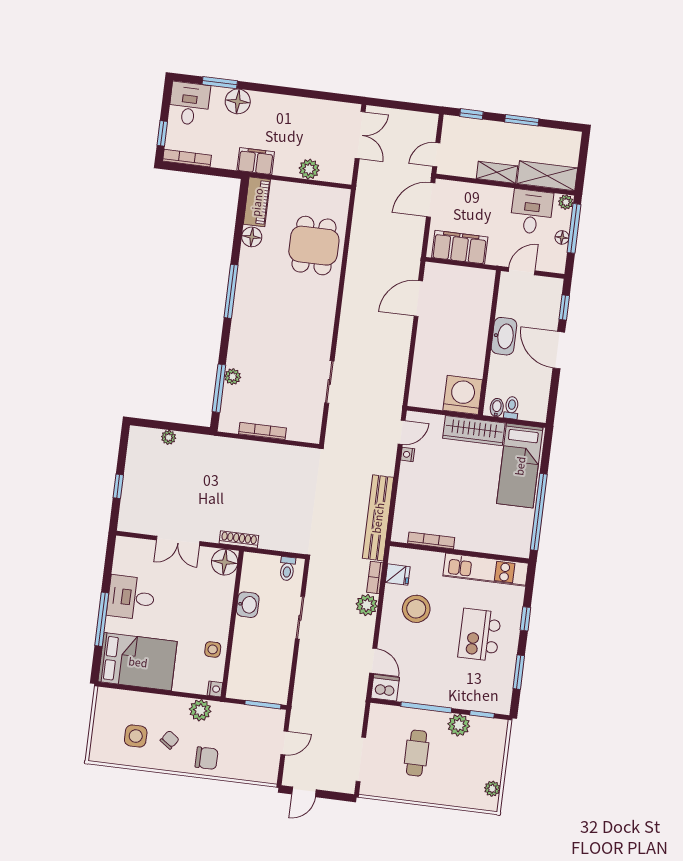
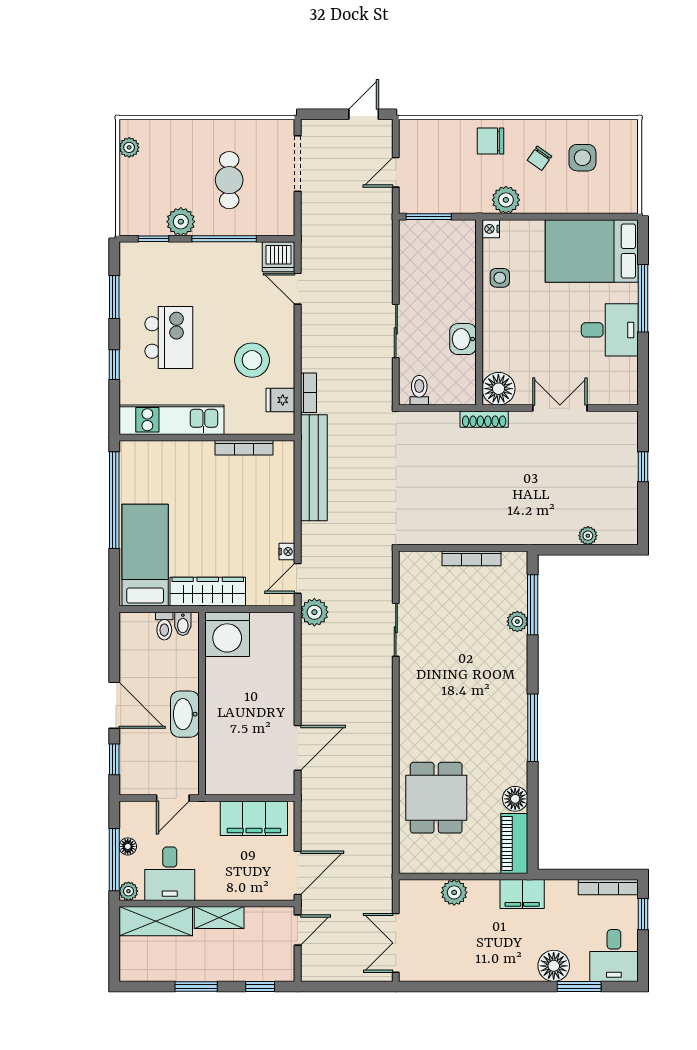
plant: (367, 605) -> (314, 612), moved

